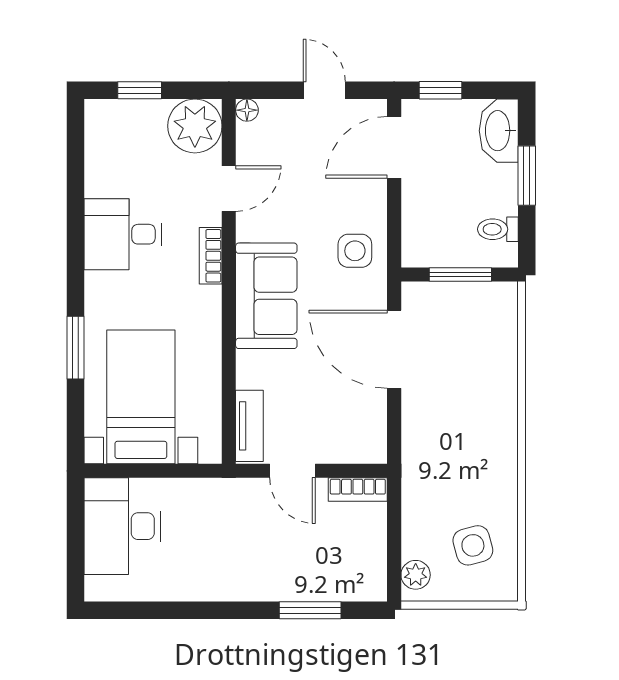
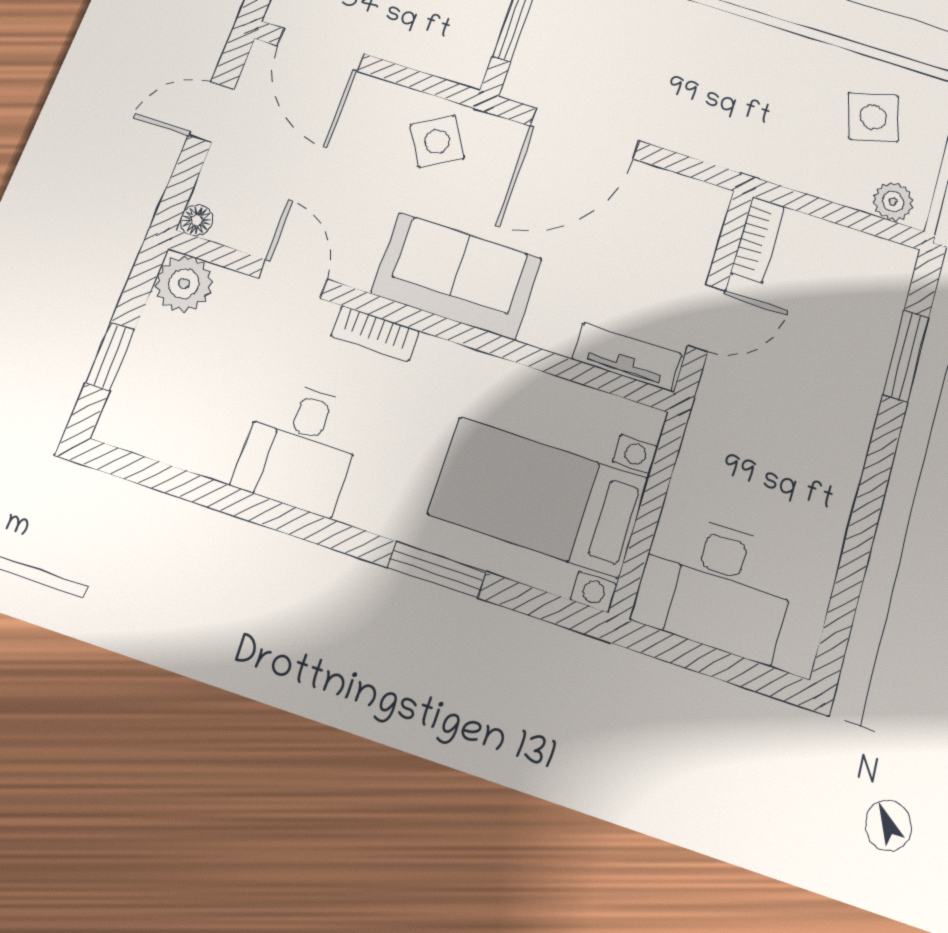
plant: (195, 126) -> (184, 284), width x0.73, depth x0.73
side table: (355, 251) -> (437, 141), turned -31

